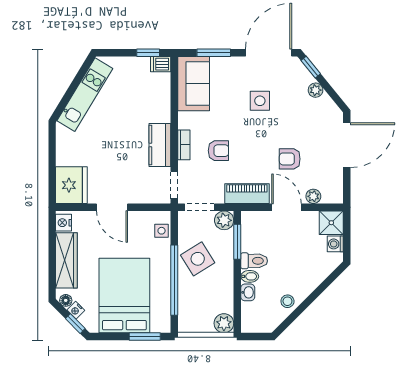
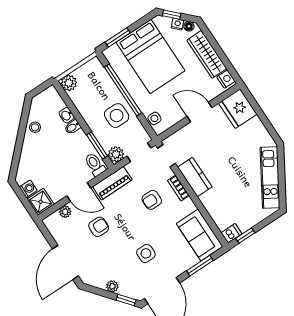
side table: (198, 259) -> (117, 116), turned 32
toilet: (254, 261) -> (95, 164), moved, turned 90

